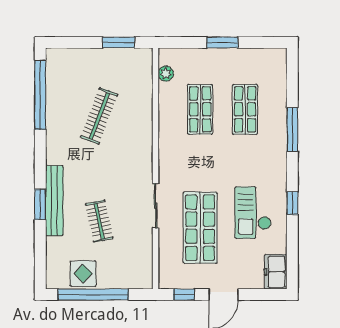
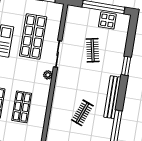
plant: (166, 74) -> (48, 75), moved
clothes rail: (99, 116) -> (82, 113), width x0.73
bench: (54, 201) -> (112, 97), moved

